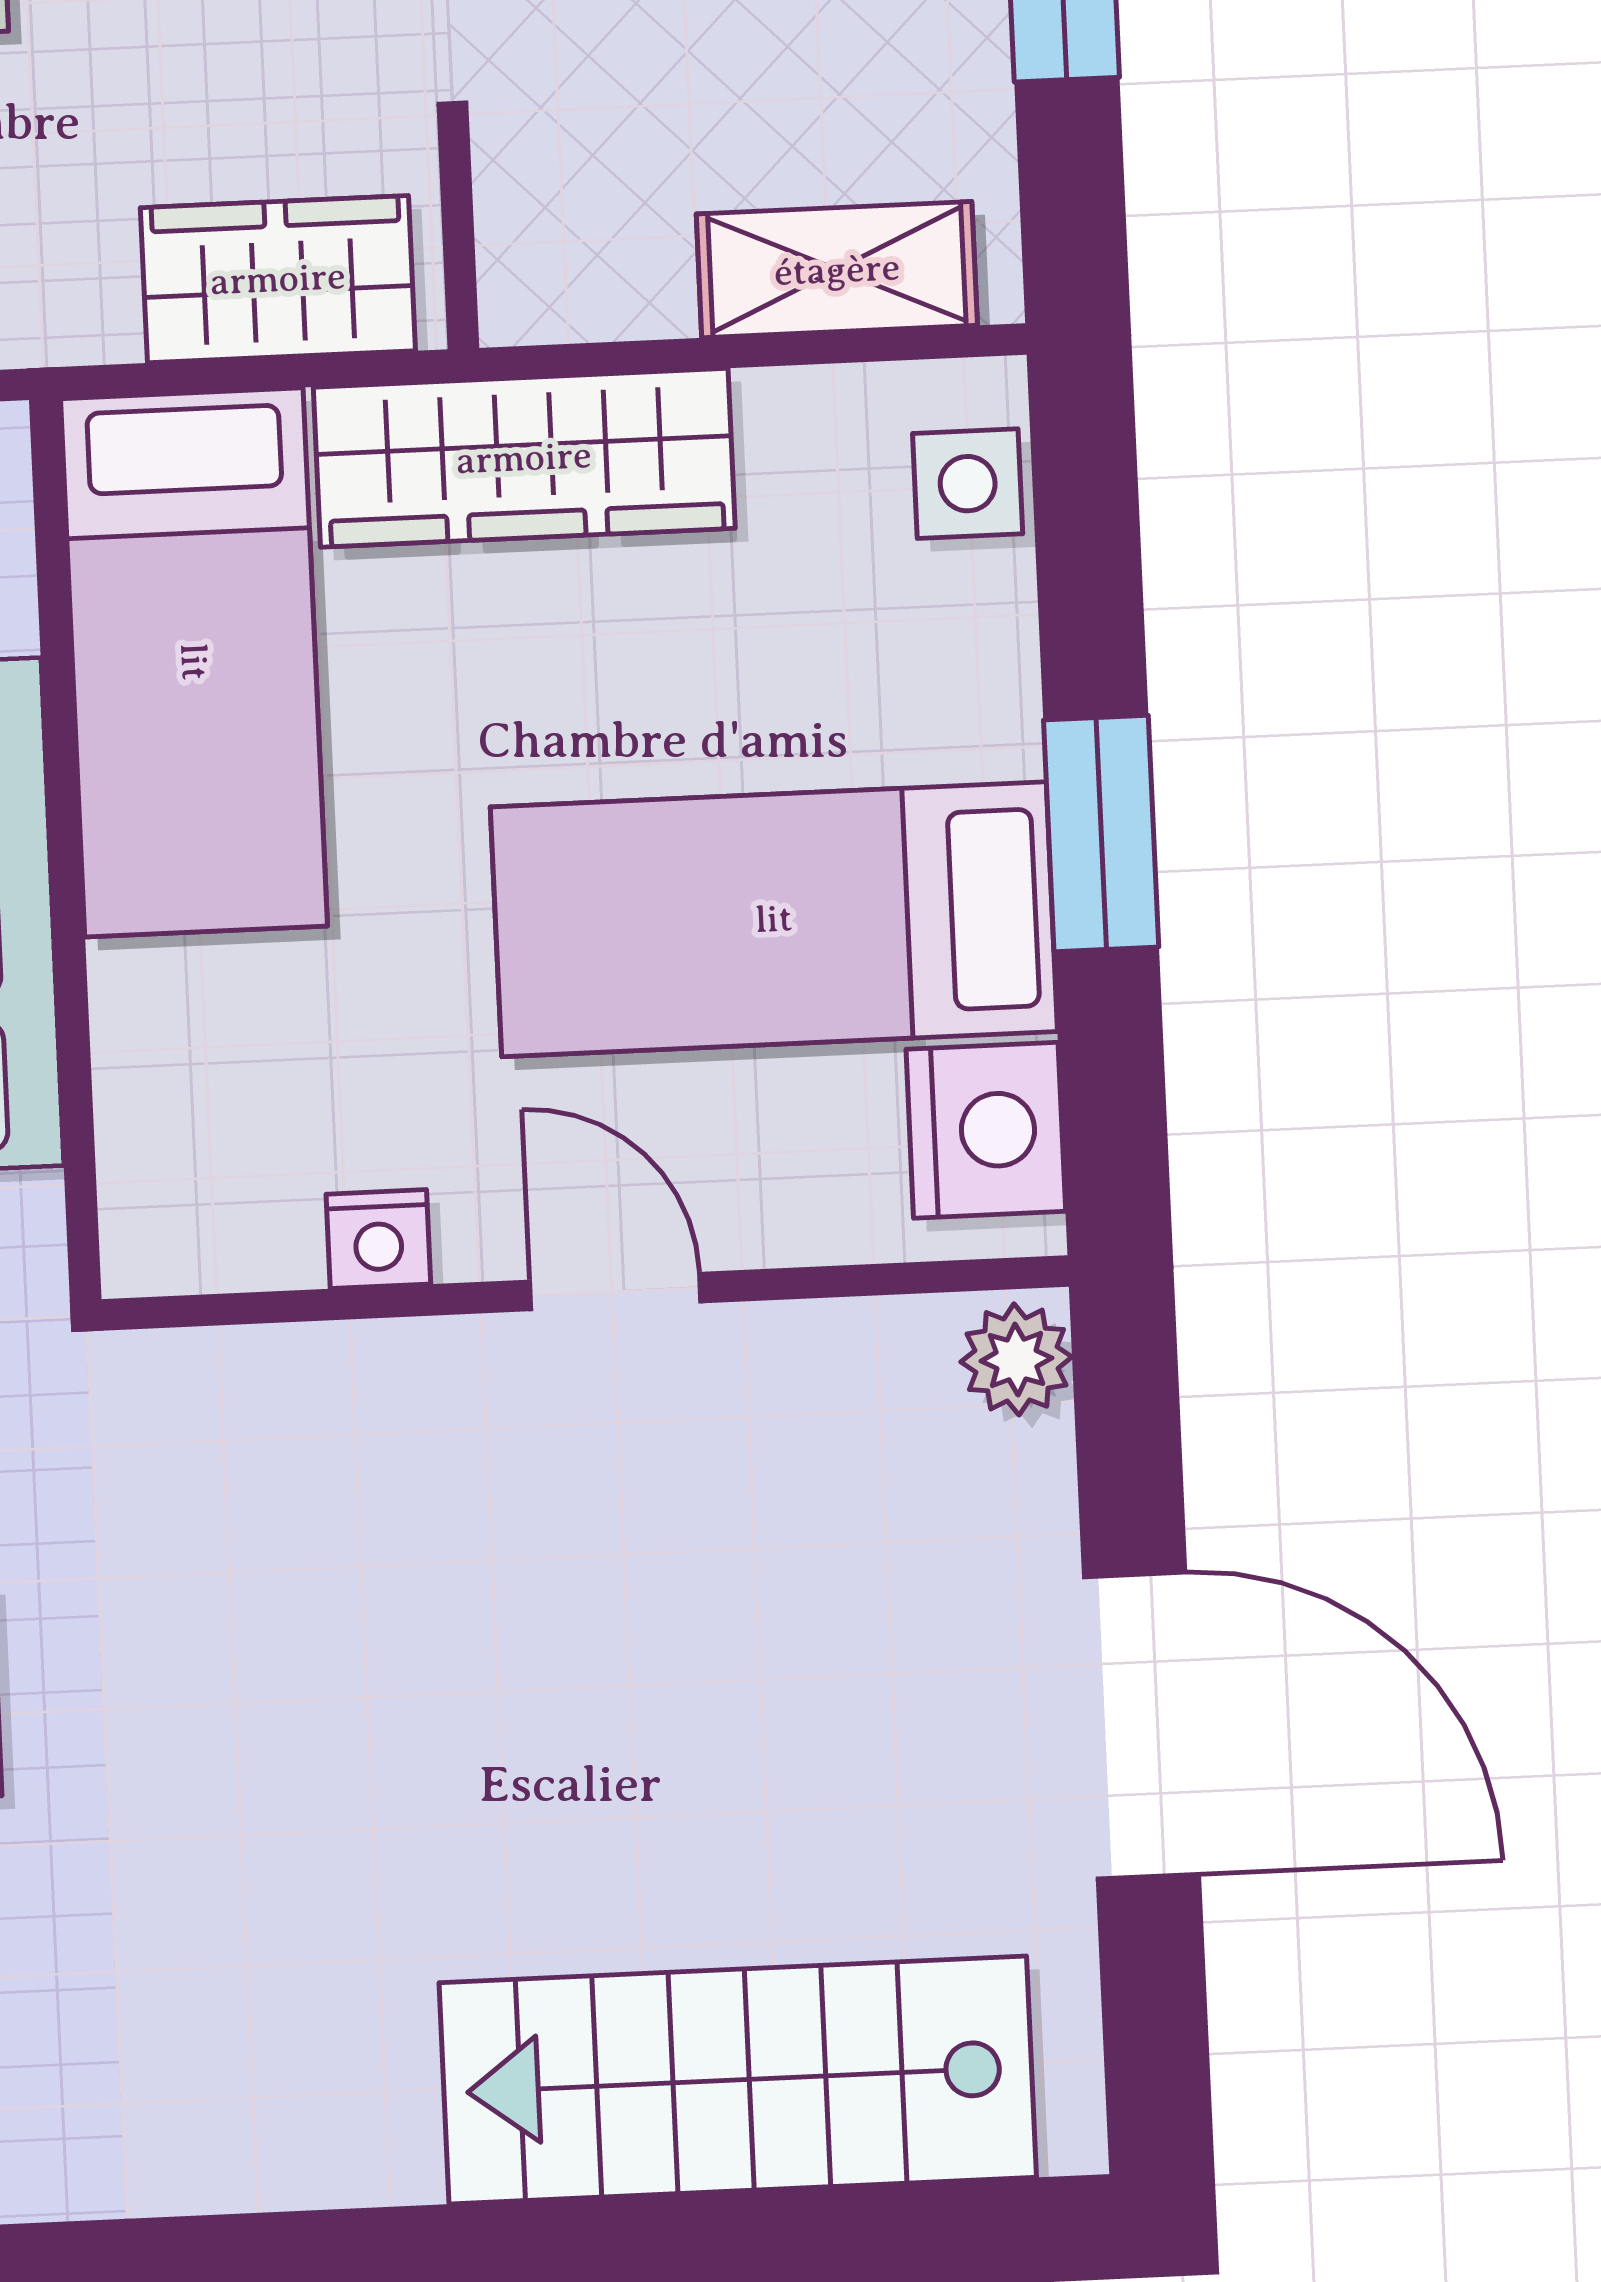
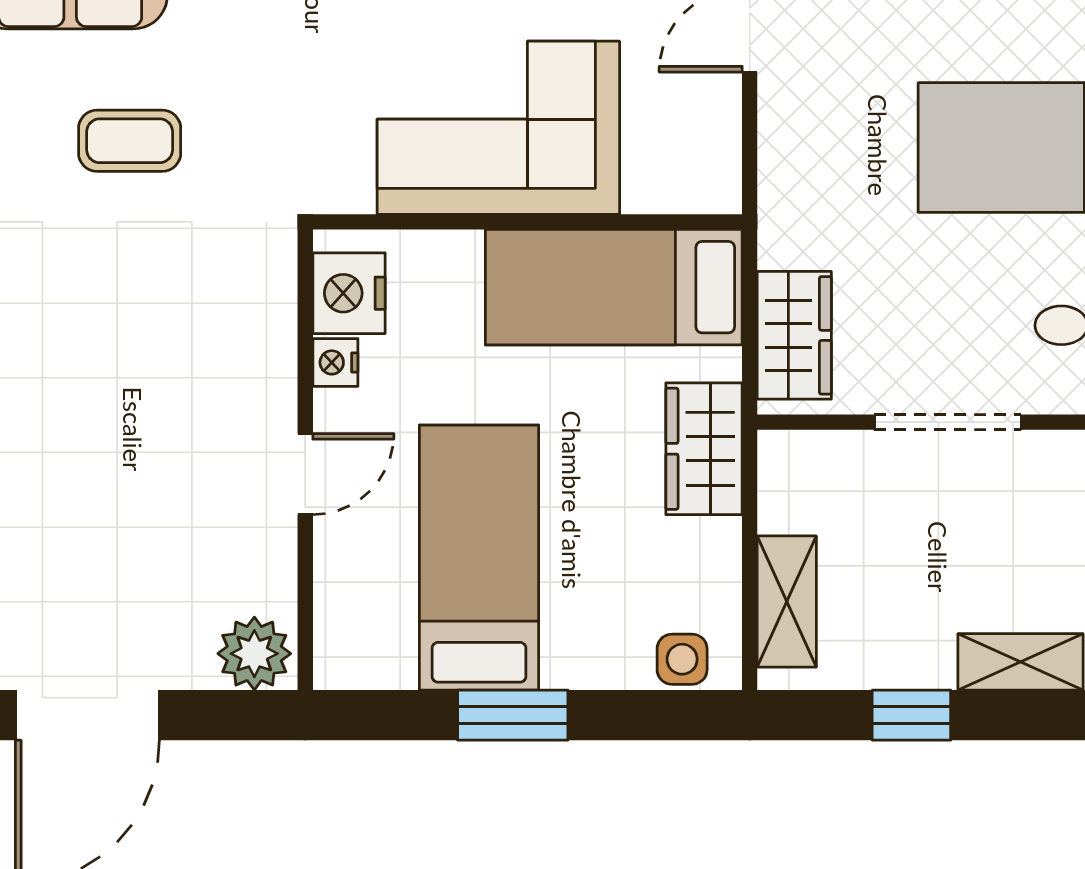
wardrobe: (524, 458) -> (704, 449), width x0.67
nightstand: (986, 1130) -> (349, 293), moved, turned 90
plant: (1016, 1359) -> (254, 654), width x1.38, depth x1.38

